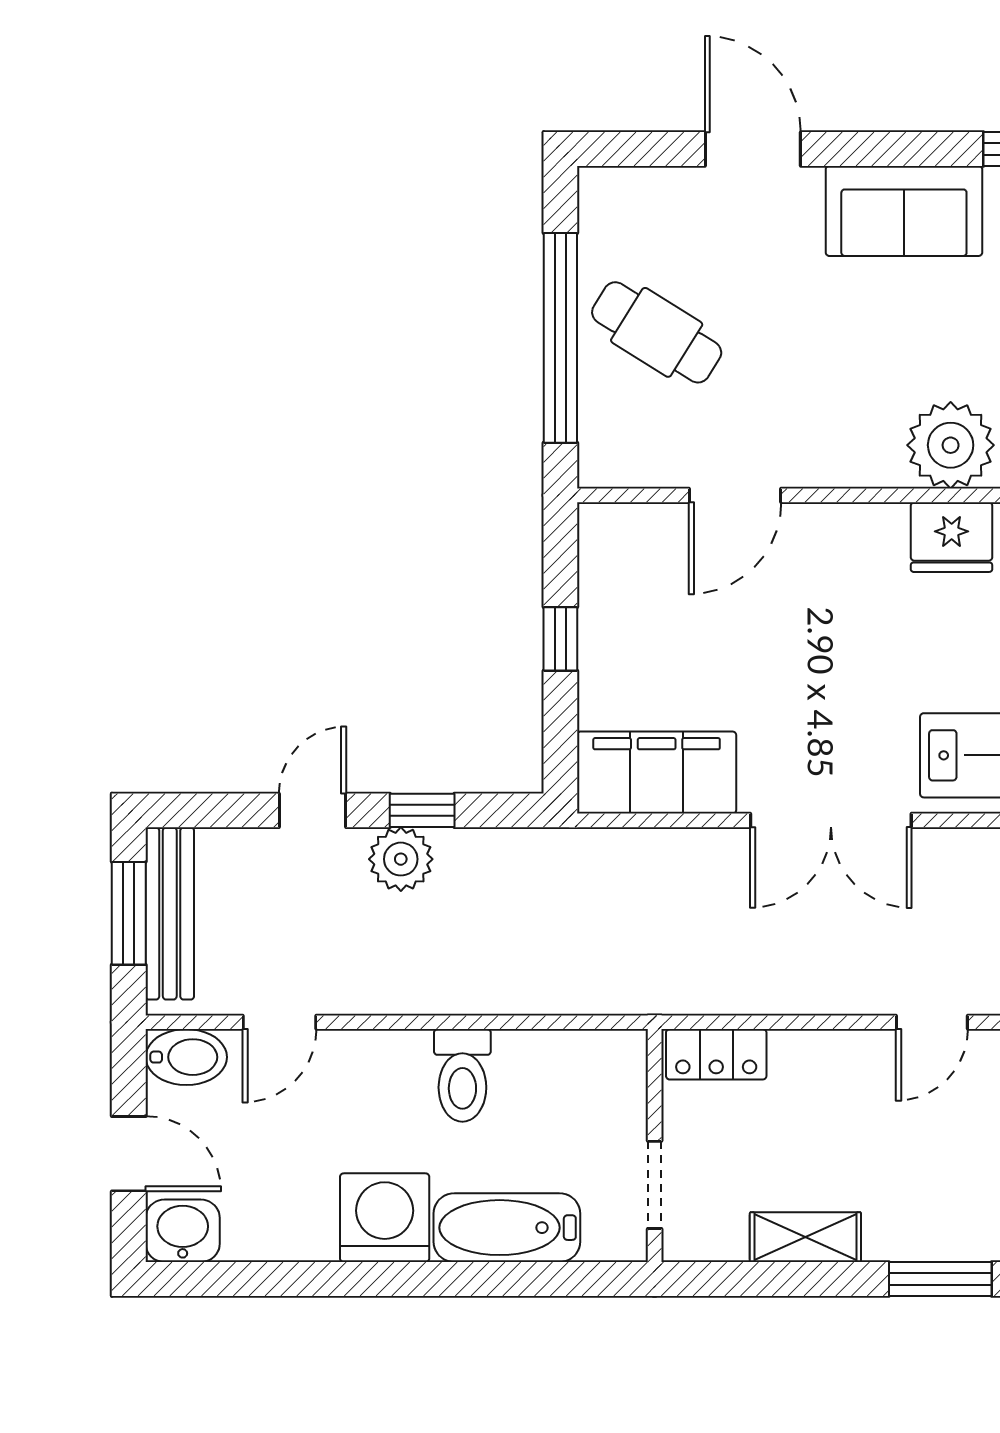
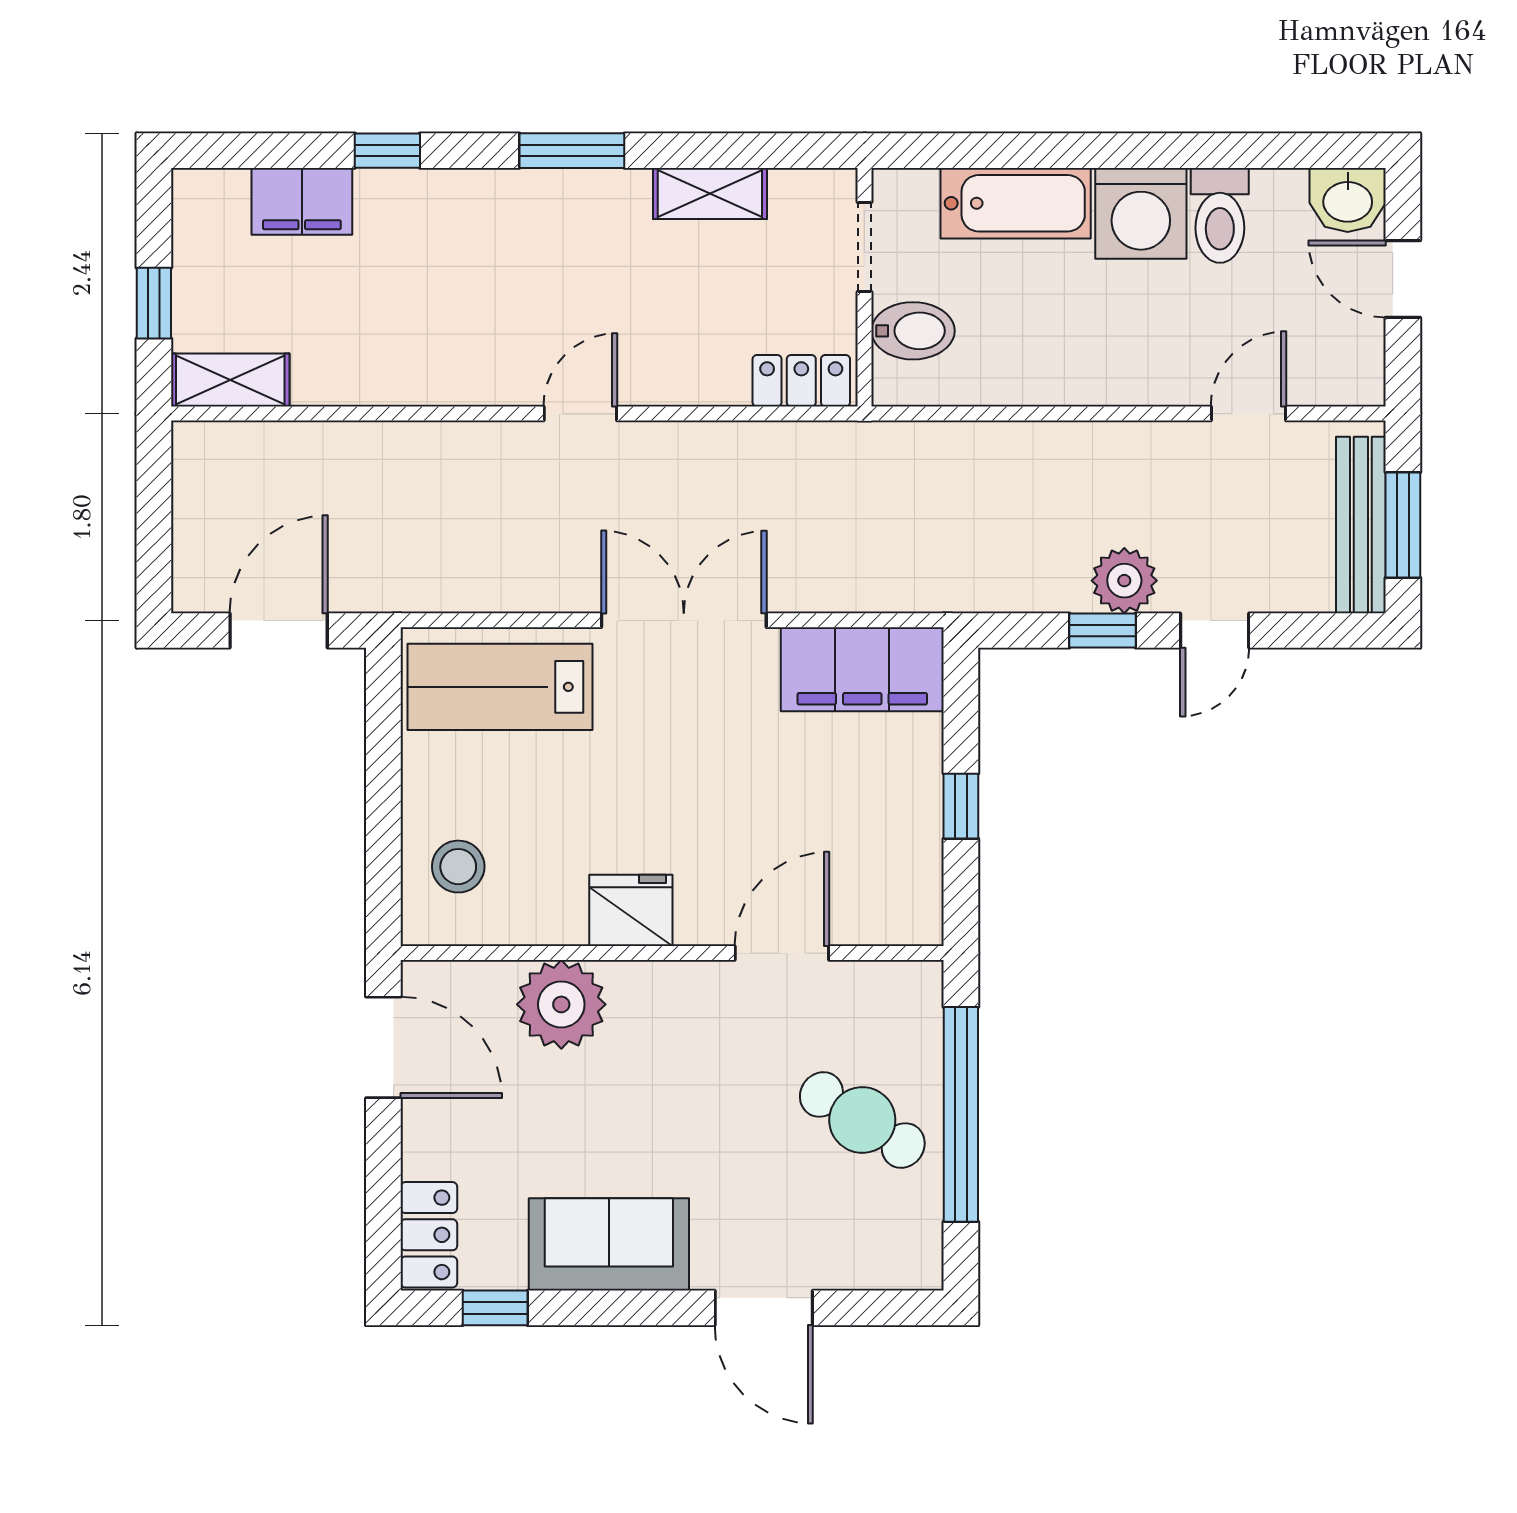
fridge: (952, 537) -> (631, 910), moved
bidet: (186, 1057) -> (913, 331), moved, turned 180
toilet: (462, 1075) -> (1220, 215), moved, turned 180

